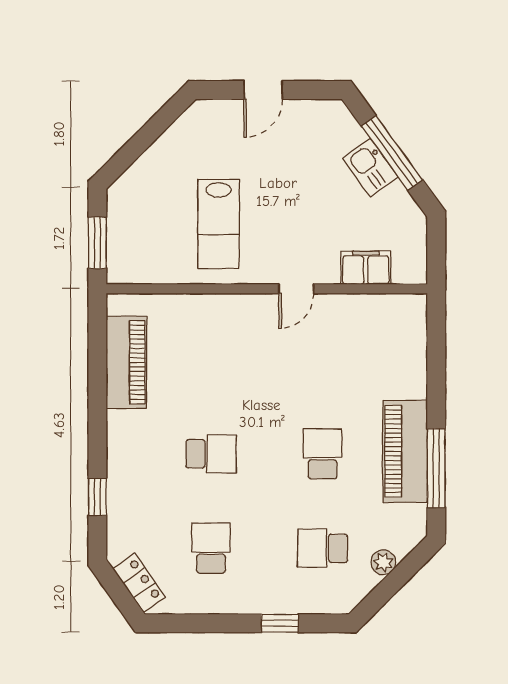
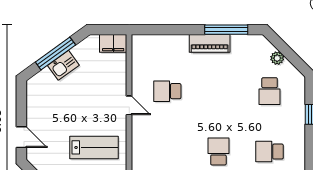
door: (263, 90) -> (21, 137), moved
filing cabinet: (366, 268) -> (113, 43), moved, turned -90
piano: (405, 451) -> (210, 43), width x0.73, depth x0.75
school desk: (323, 454) -> (167, 91), moved

